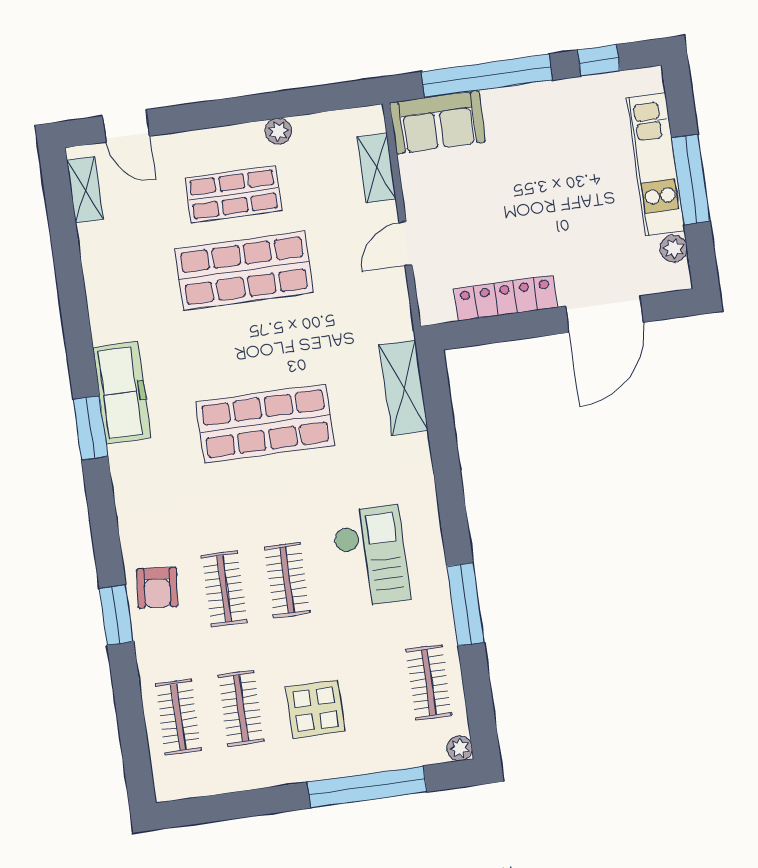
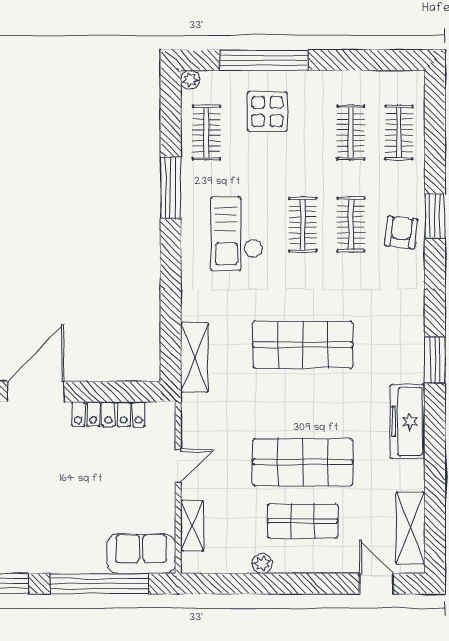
shelving: (85, 189) -> (410, 528), width x1.50, depth x1.33
freezer: (122, 393) -> (408, 421), moved
display table: (315, 709) -> (267, 111), moved

